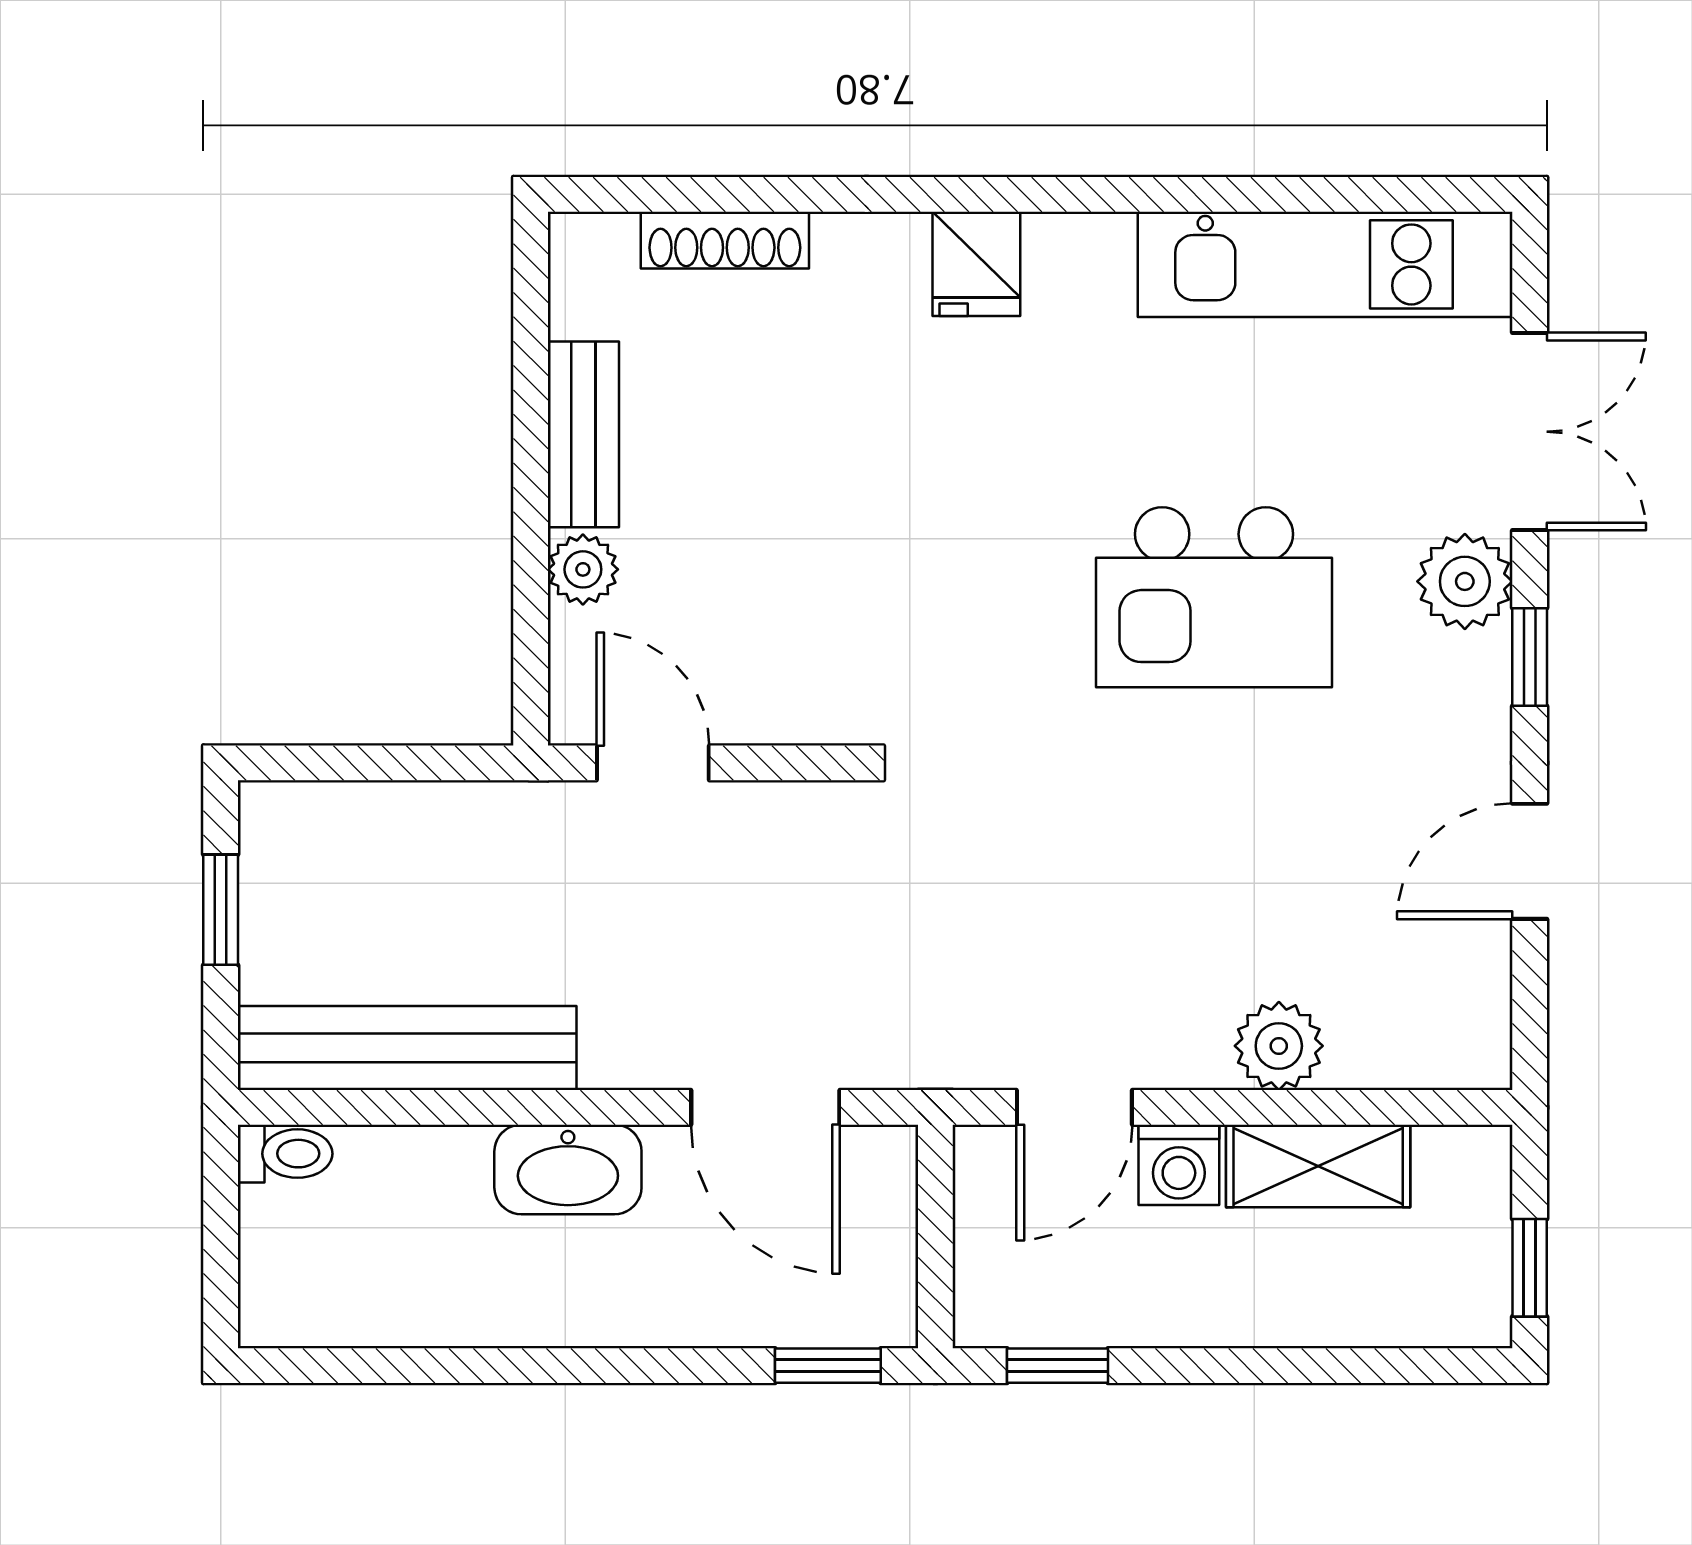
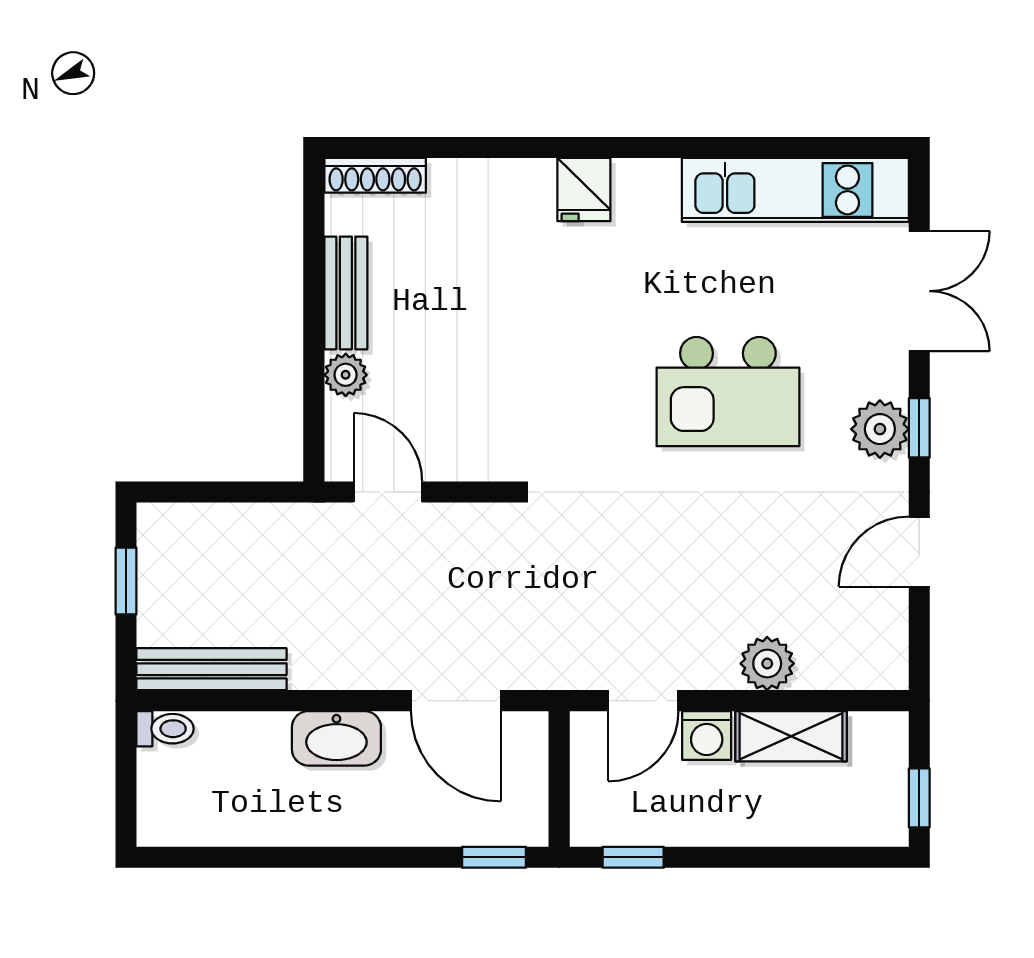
shoe rack: (725, 240) -> (375, 175), moved
plant: (1465, 581) -> (880, 429), moved
bench: (407, 1048) -> (211, 669), width x0.73, depth x0.82

